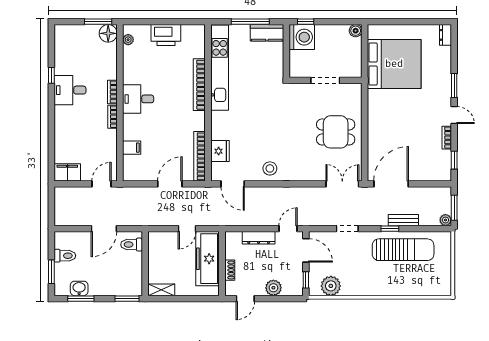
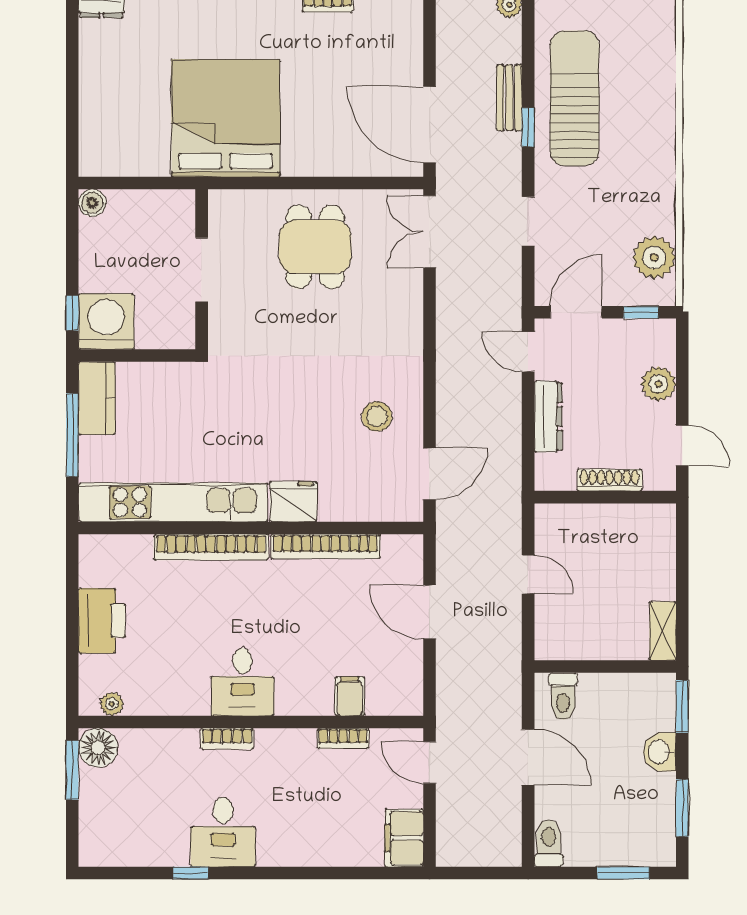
bed: (394, 64) -> (226, 118), moved
bookcase: (112, 117) -> (343, 738), moved
fridge: (220, 151) -> (293, 502), moved
bookcase: (200, 156) -> (325, 547), moved
stool: (270, 168) -> (377, 416), moved
toilet: (65, 256) -> (549, 843), moved
freezer: (207, 259) -> (594, 529), removed
shoe rack: (230, 270) -> (610, 480), width x1.43
washbasin: (79, 288) -> (660, 752), moved

